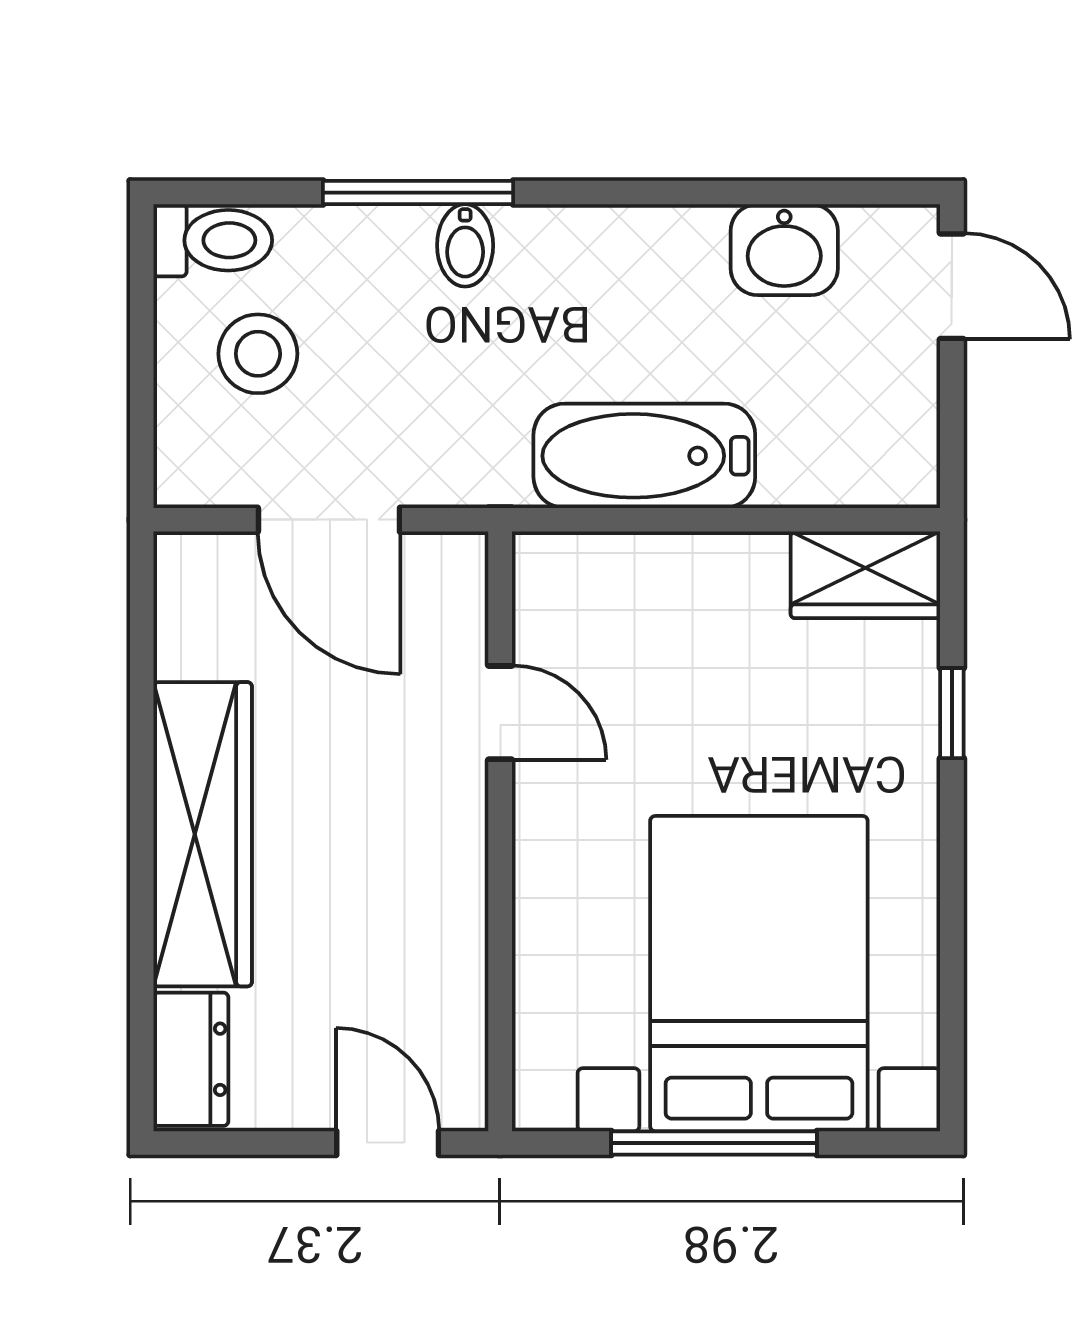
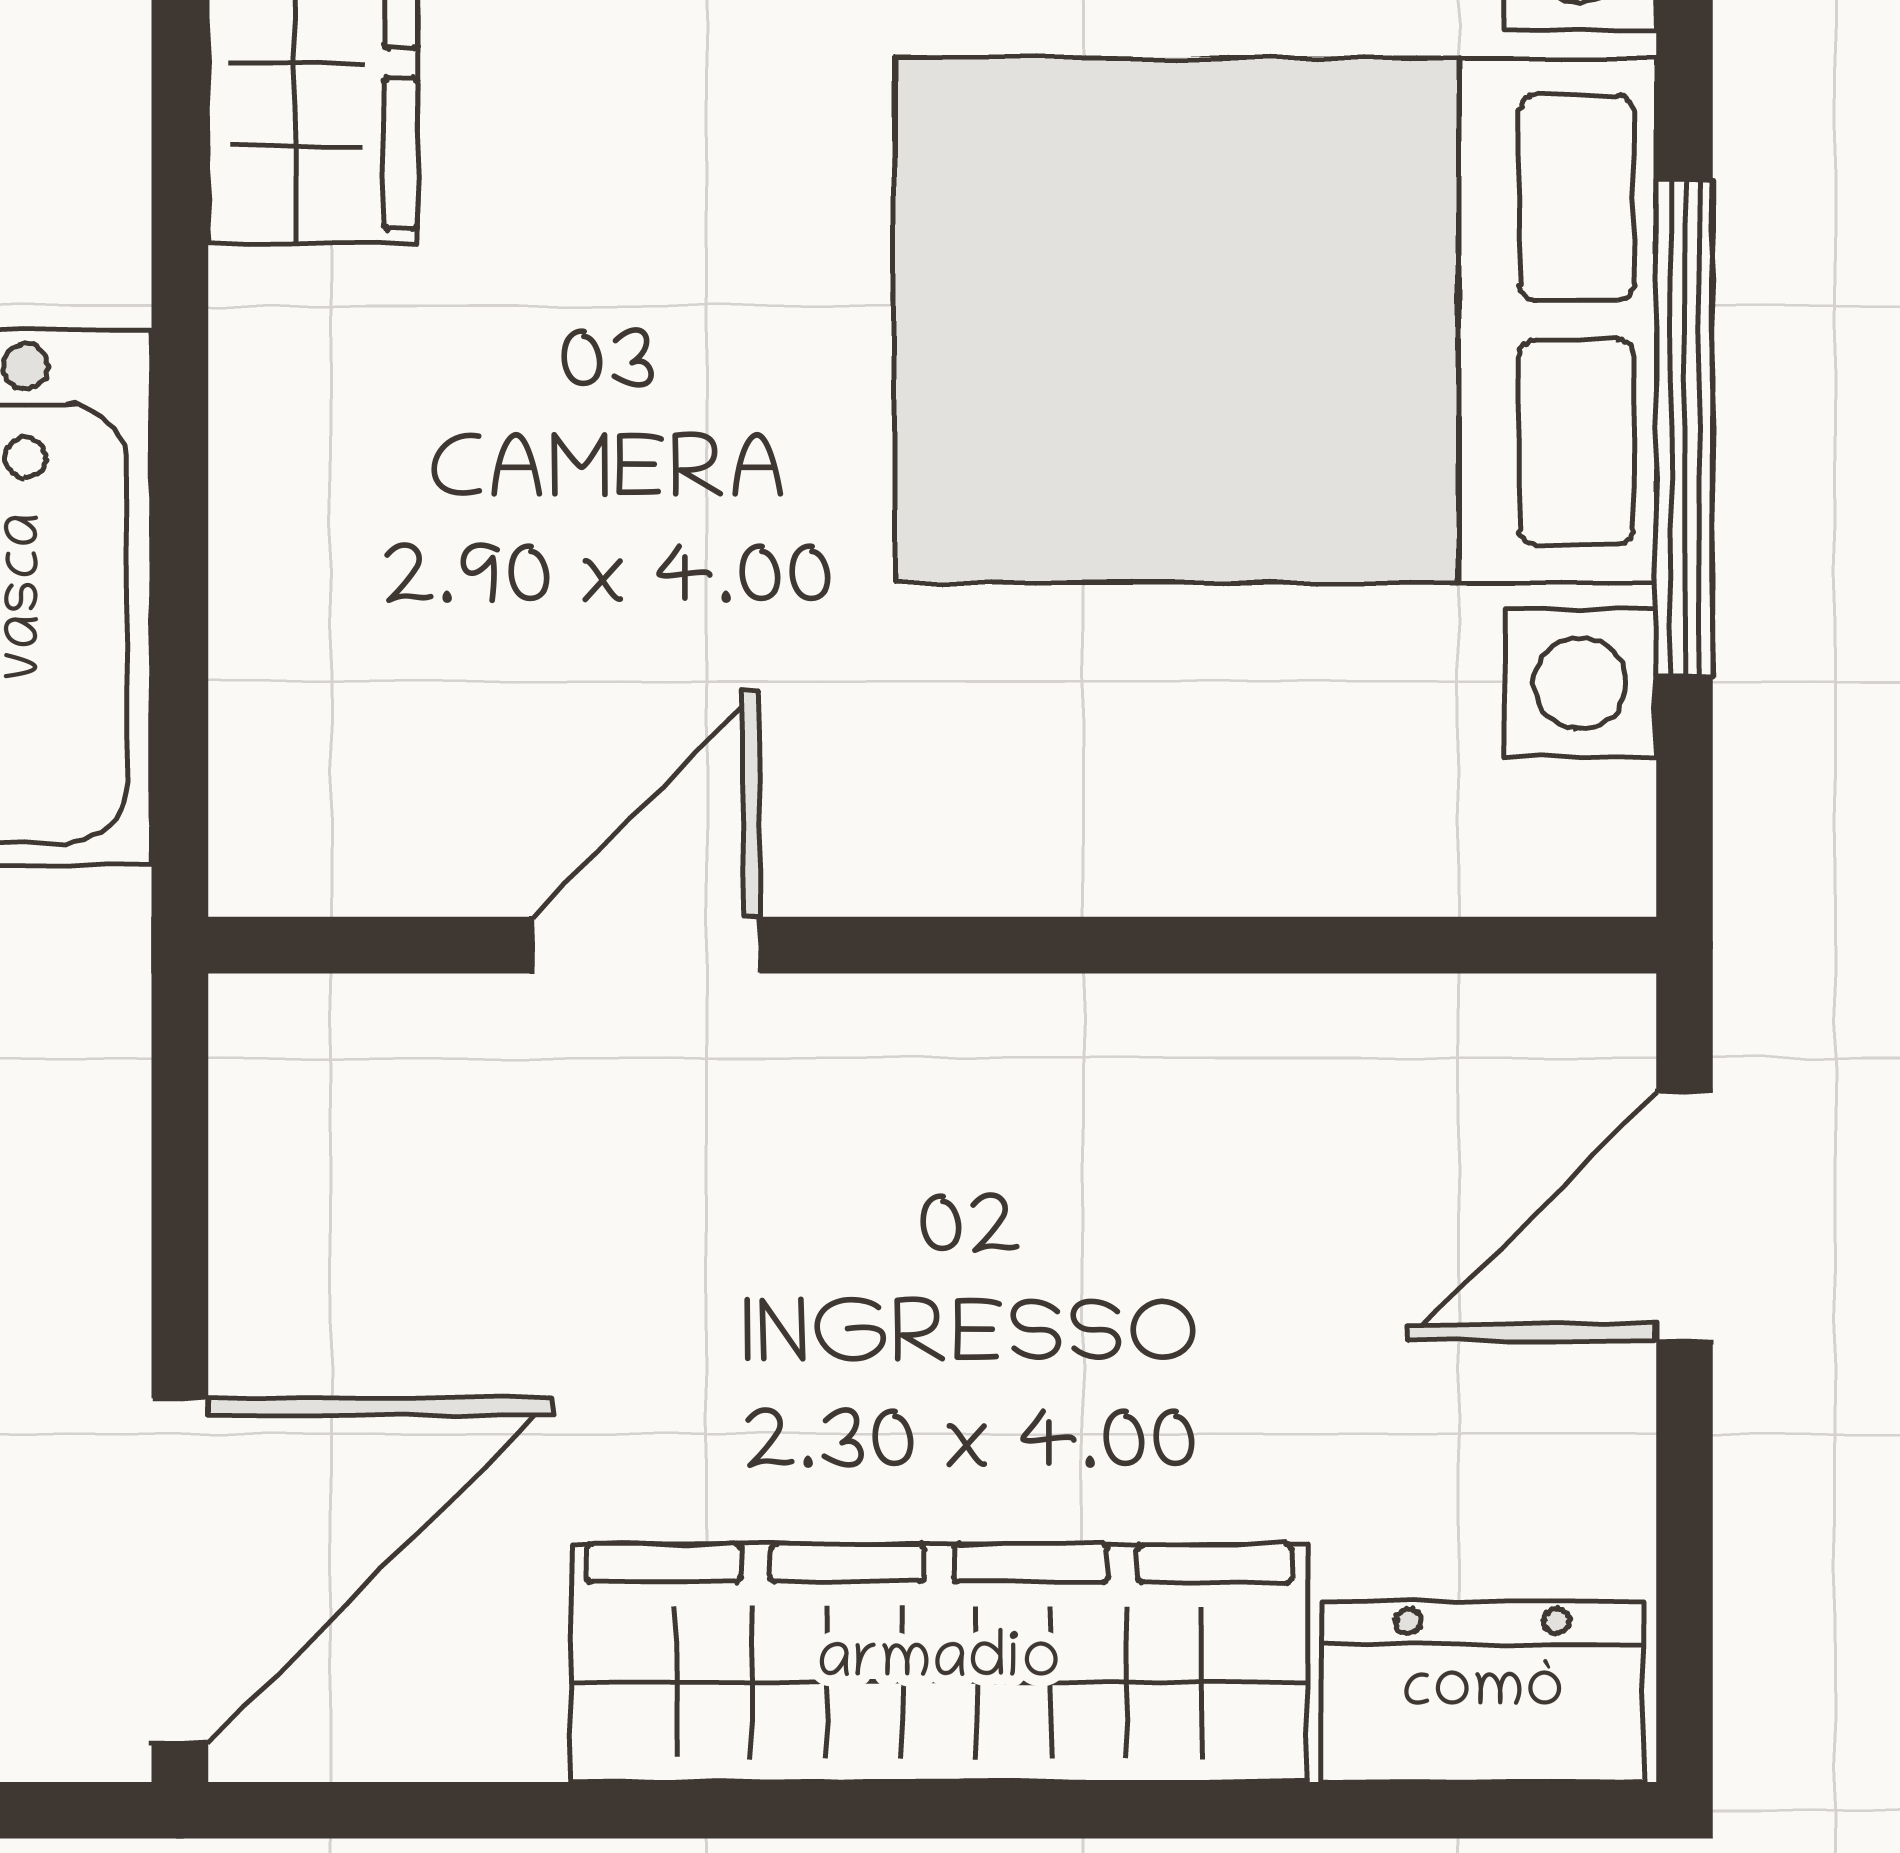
door: (329, 520) -> (180, 1570), moved

